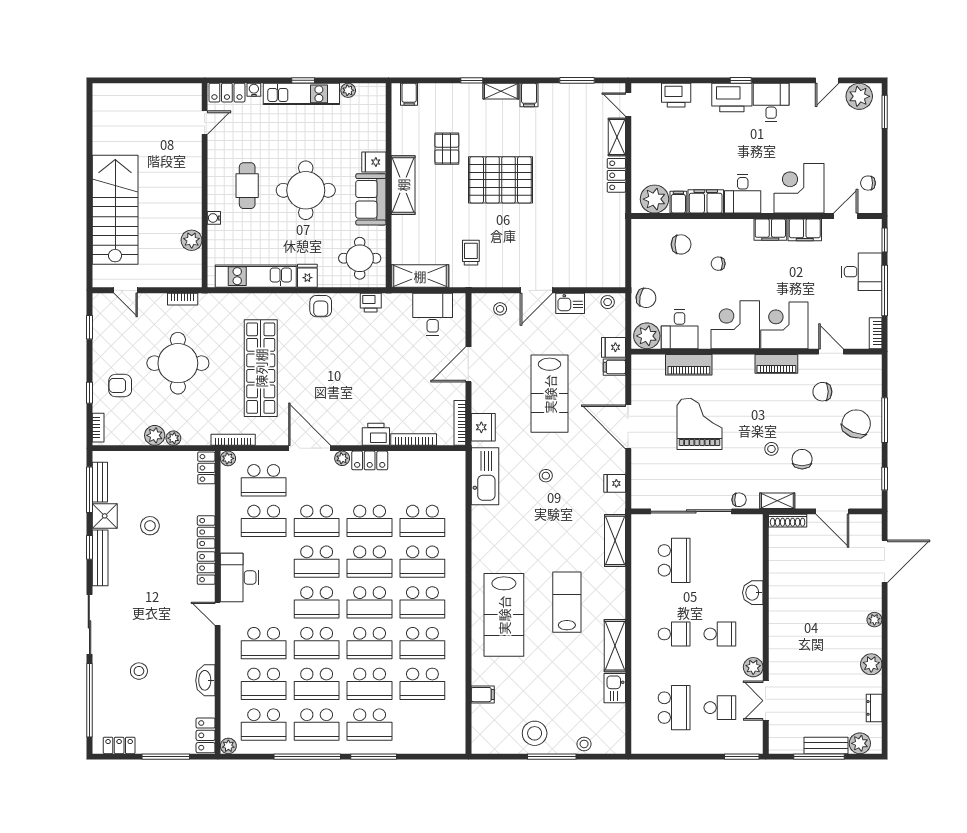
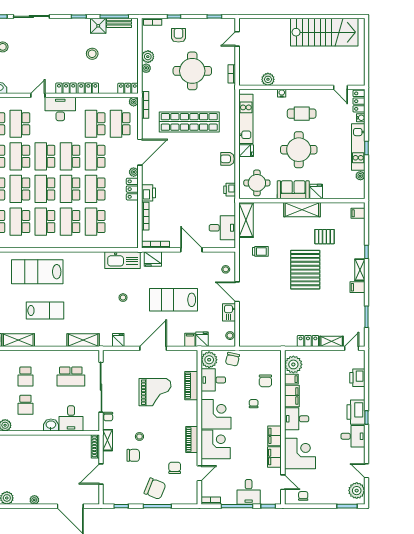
stairs: (115, 210) -> (324, 32), moved
bench: (100, 558) -> (72, 23), removed
desk: (742, 560) -> (71, 418), added

